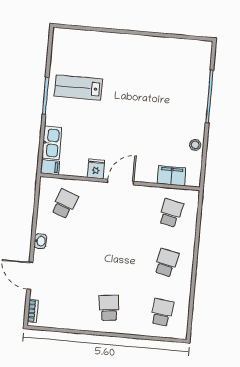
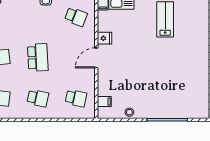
filing cabinet: (172, 176) -> (104, 101), width x0.50
door: (121, 182) -> (96, 58), swing flipped
school desk: (113, 258) -> (38, 57), added

